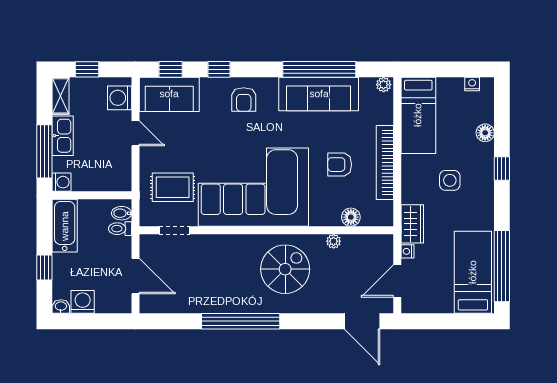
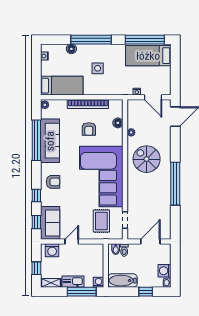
window: (502, 169) -> (91, 40), width x3.17
wardrobe: (412, 224) -> (122, 89), removed

